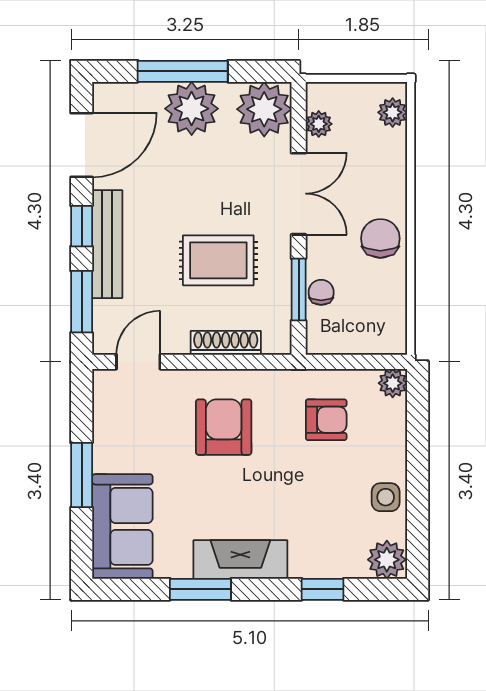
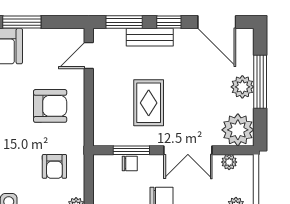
plant: (192, 109) -> (242, 87), width x0.73, depth x0.73
bench: (107, 244) -> (150, 37), width x0.73
shoe rack: (226, 343) -> (100, 107), removed
door: (138, 362) -> (89, 56), swing flipped

